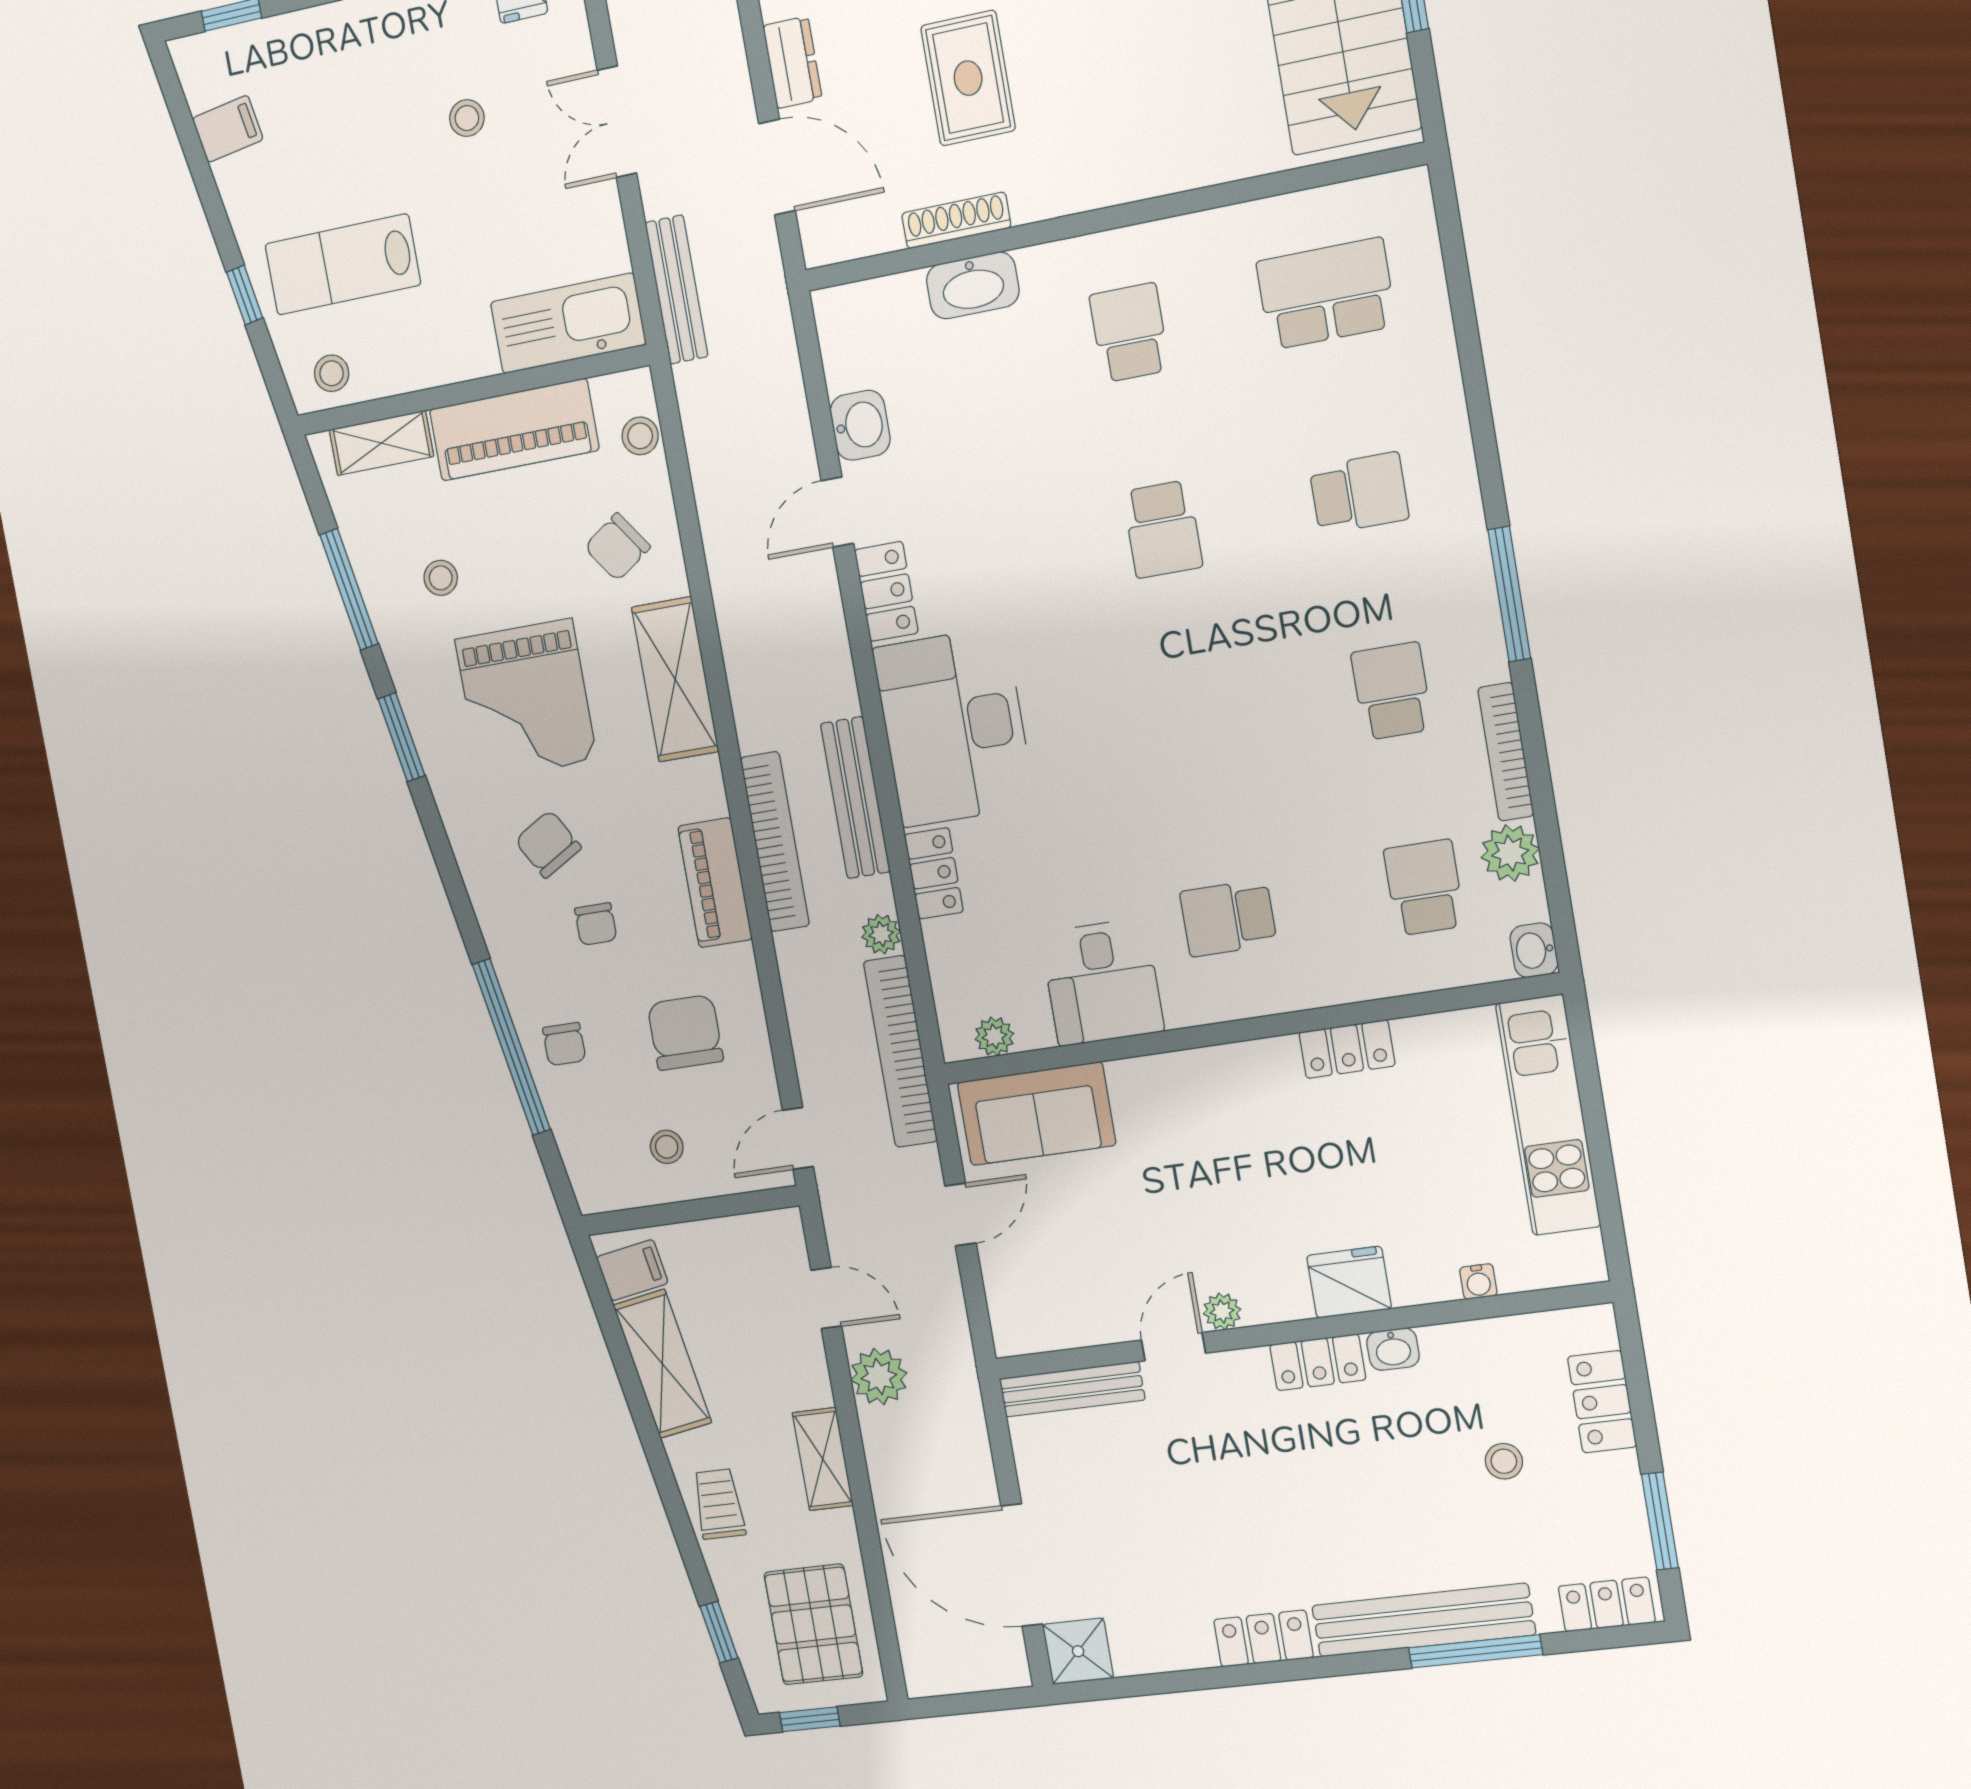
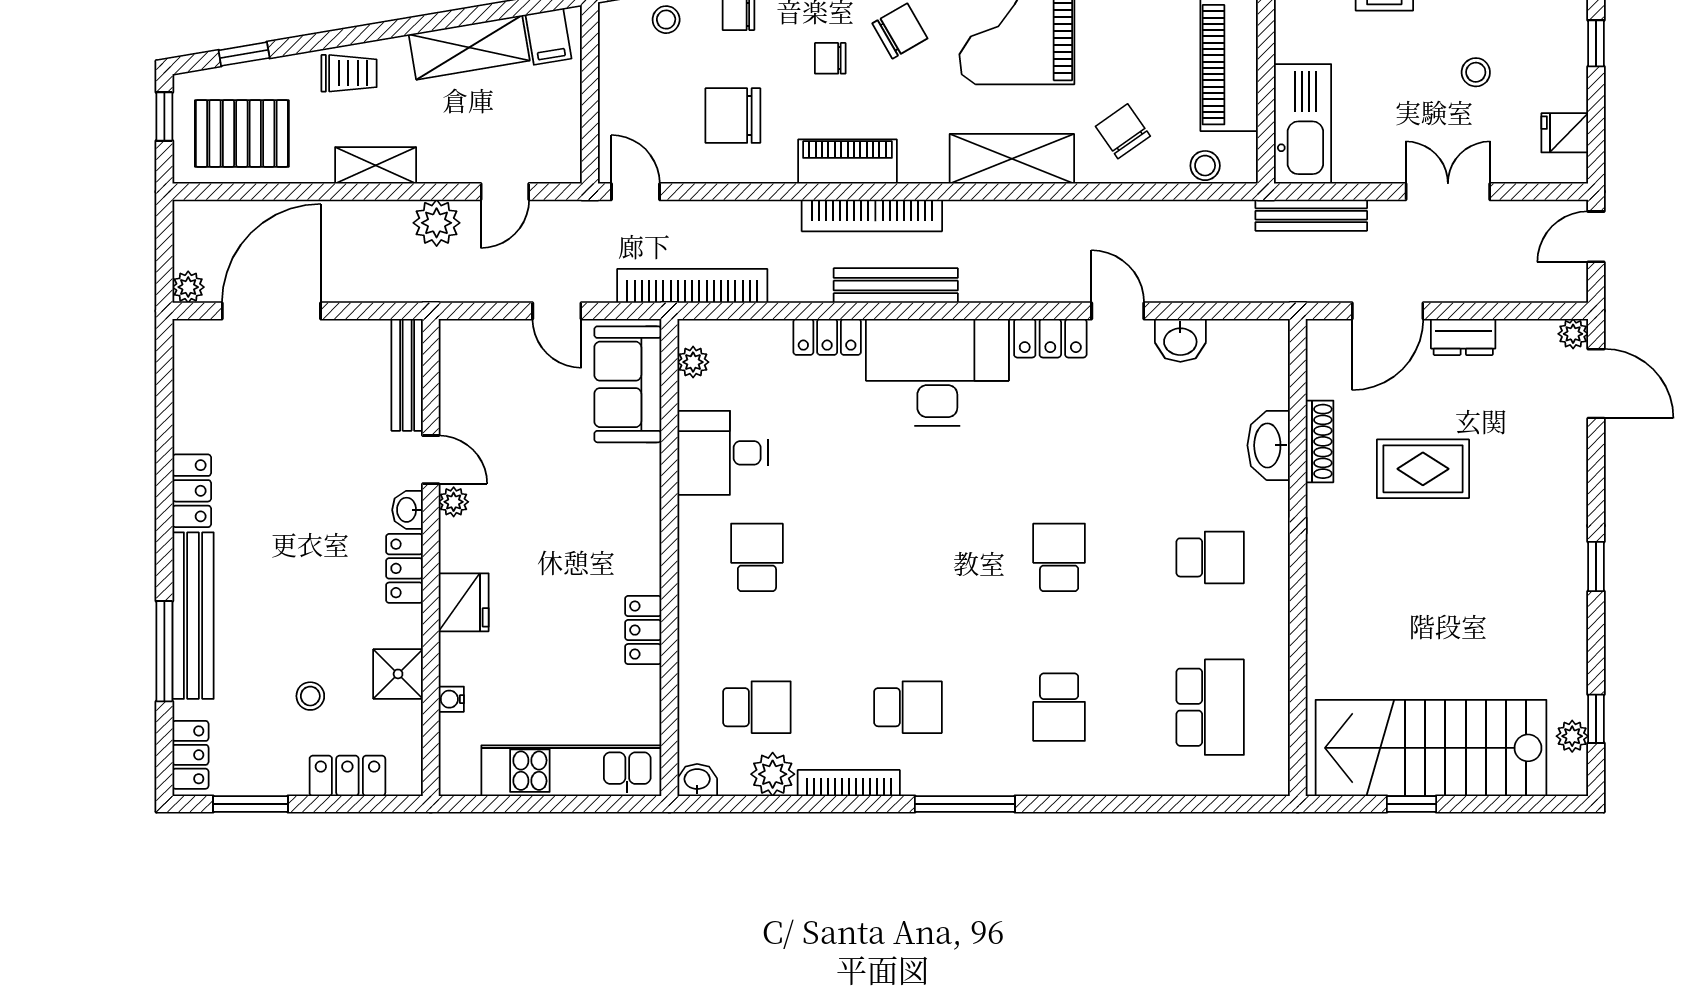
school desk: (1163, 529) -> (1059, 557), turned 90
plant: (881, 934) -> (188, 287), moved
chair: (685, 1032) -> (733, 116), turned 180
stool: (667, 1147) -> (666, 20), moved
washbasin: (1393, 1349) -> (407, 510), moved
shower: (1078, 1651) -> (398, 674), moved

